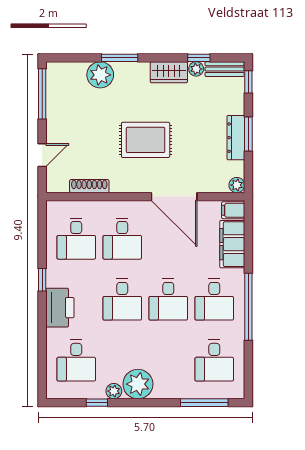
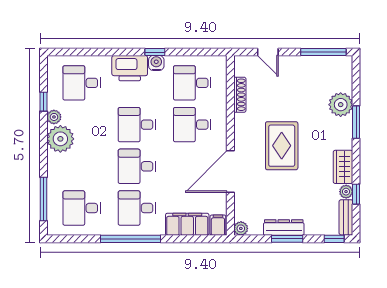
water cooler: (54, 278) -> (156, 63), added

